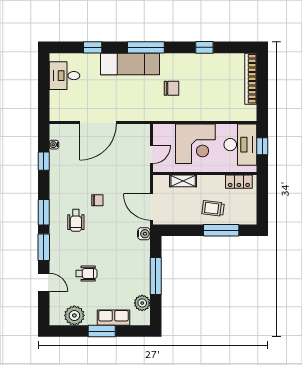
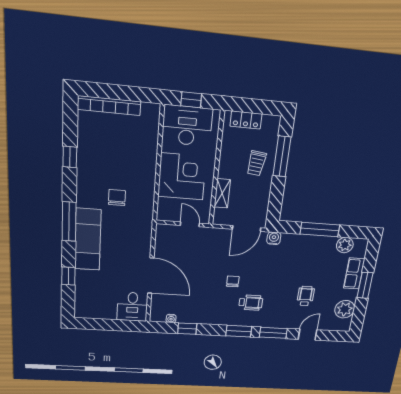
desk: (65, 76) -> (132, 307), moved
locker: (239, 182) -> (246, 120), moved, turned 90

